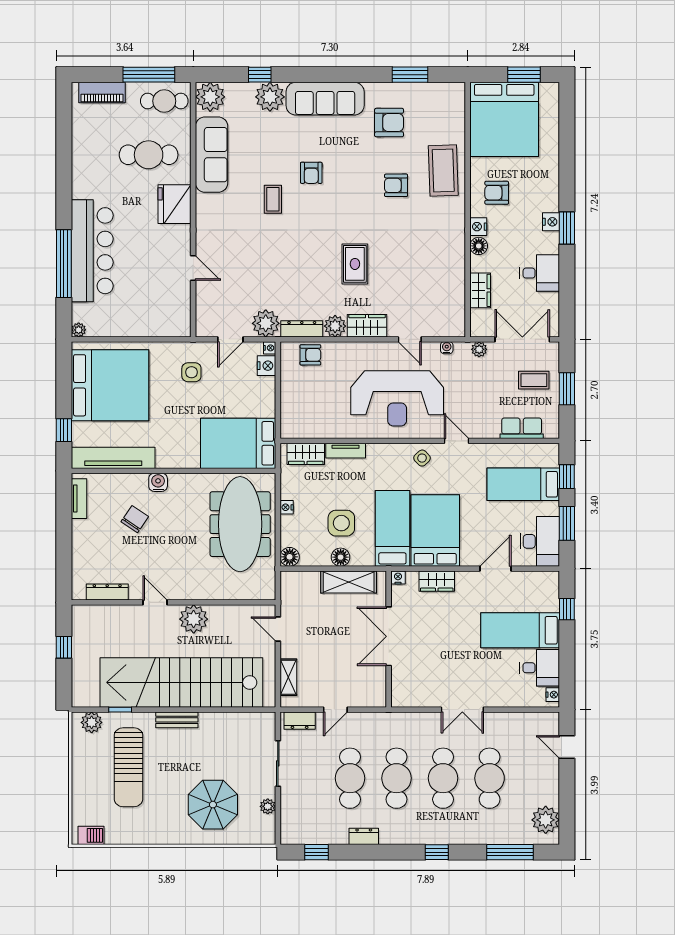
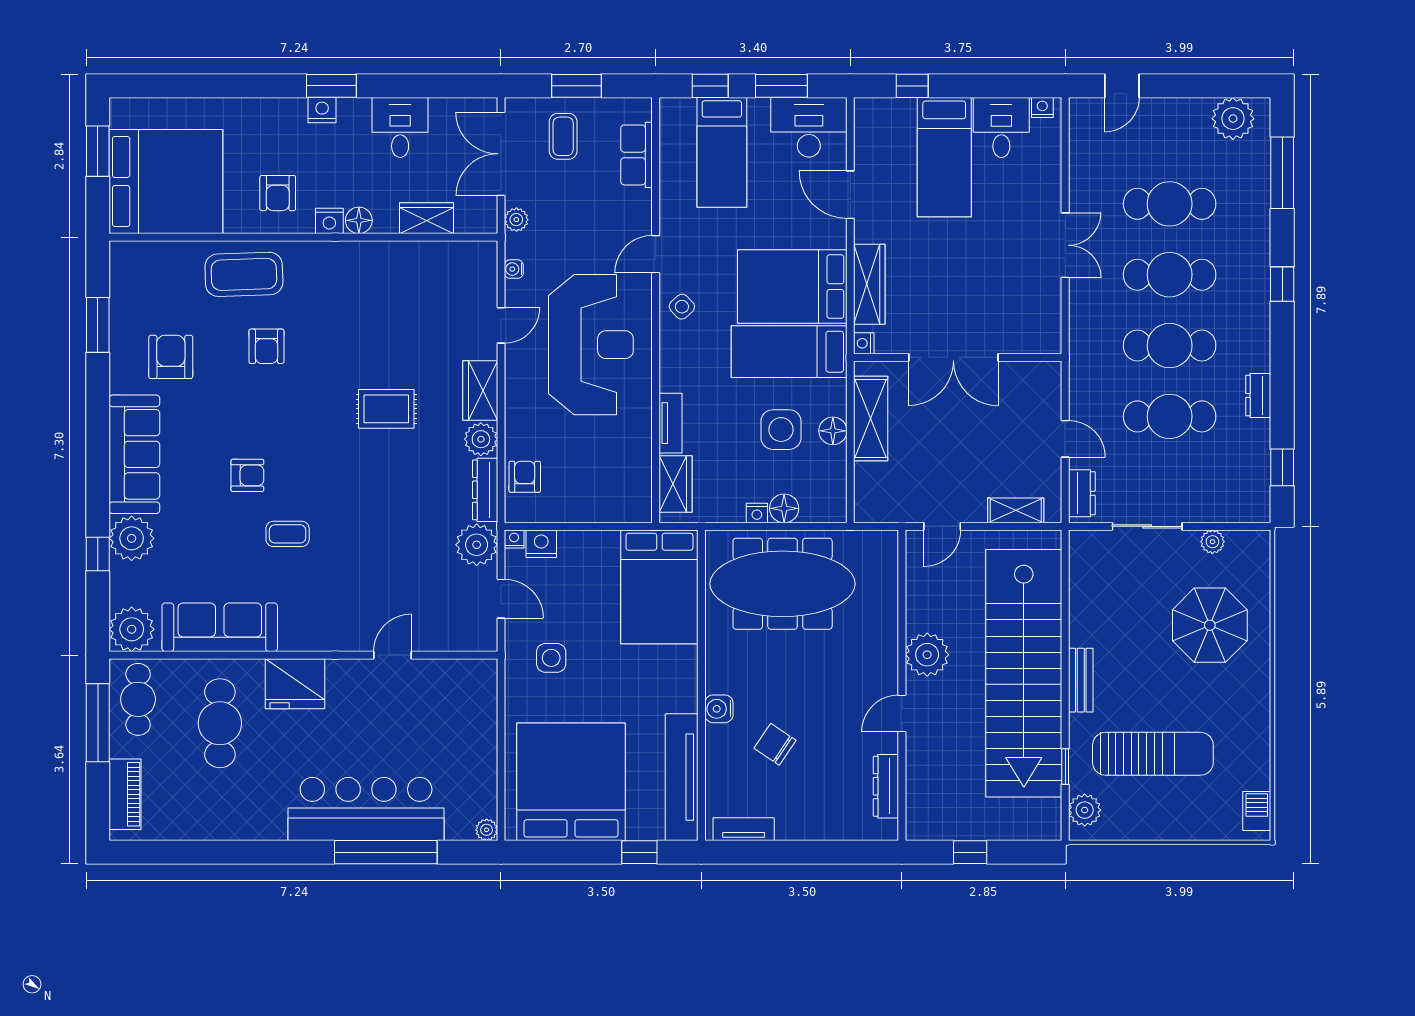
floor lamp: (290, 557) -> (784, 508), moved
wardrobe: (437, 581) -> (869, 284), width x1.50

